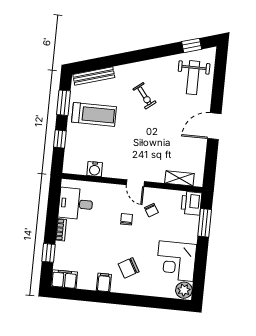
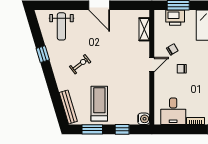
window: (192, 45) -> (43, 54), moved
weight bench: (193, 78) -> (61, 26), turned 90
water cooler: (95, 169) -> (144, 119), moved
printer: (191, 203) -> (175, 18), moved

